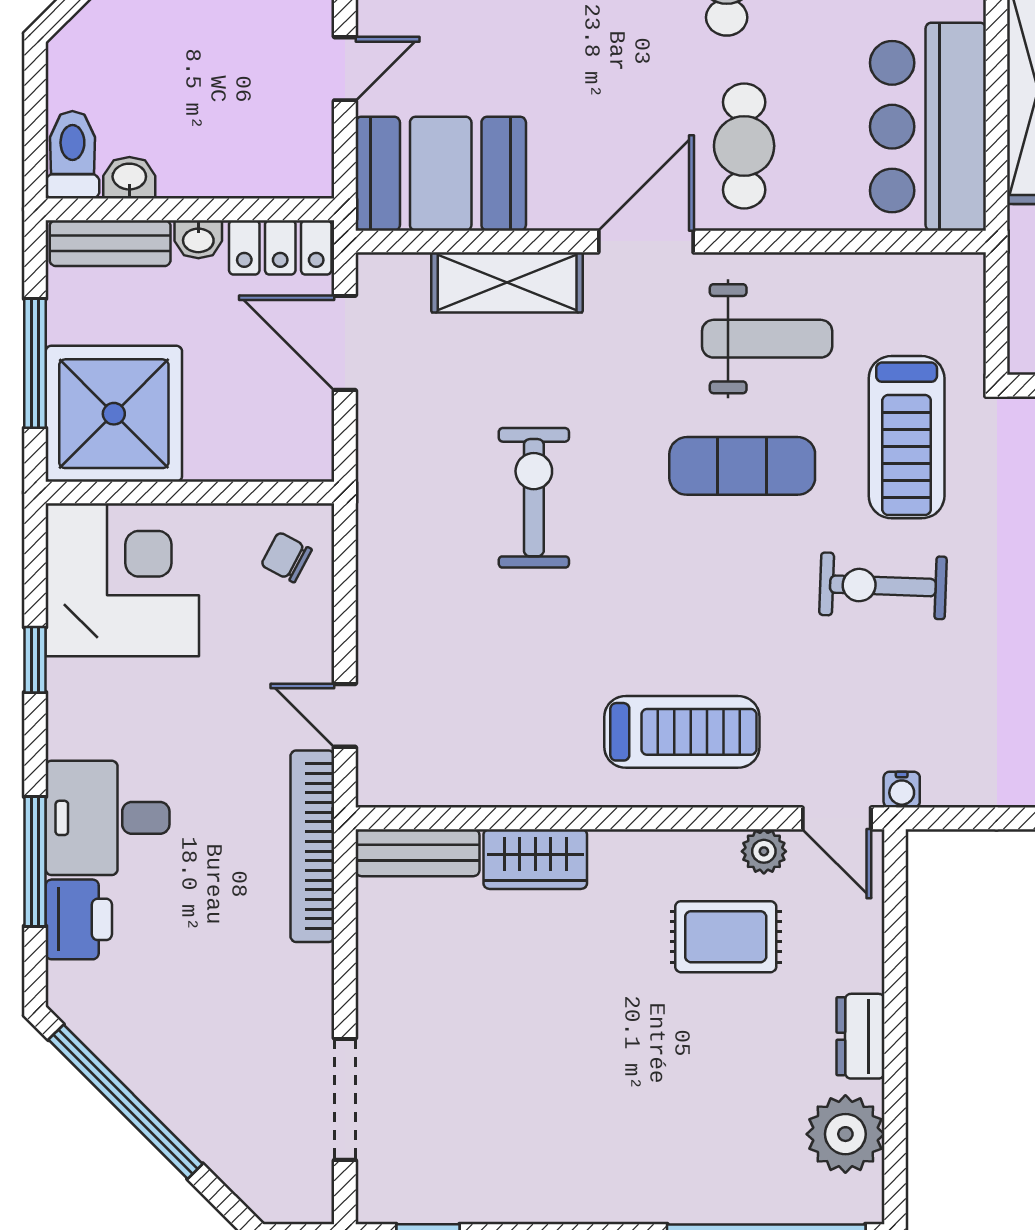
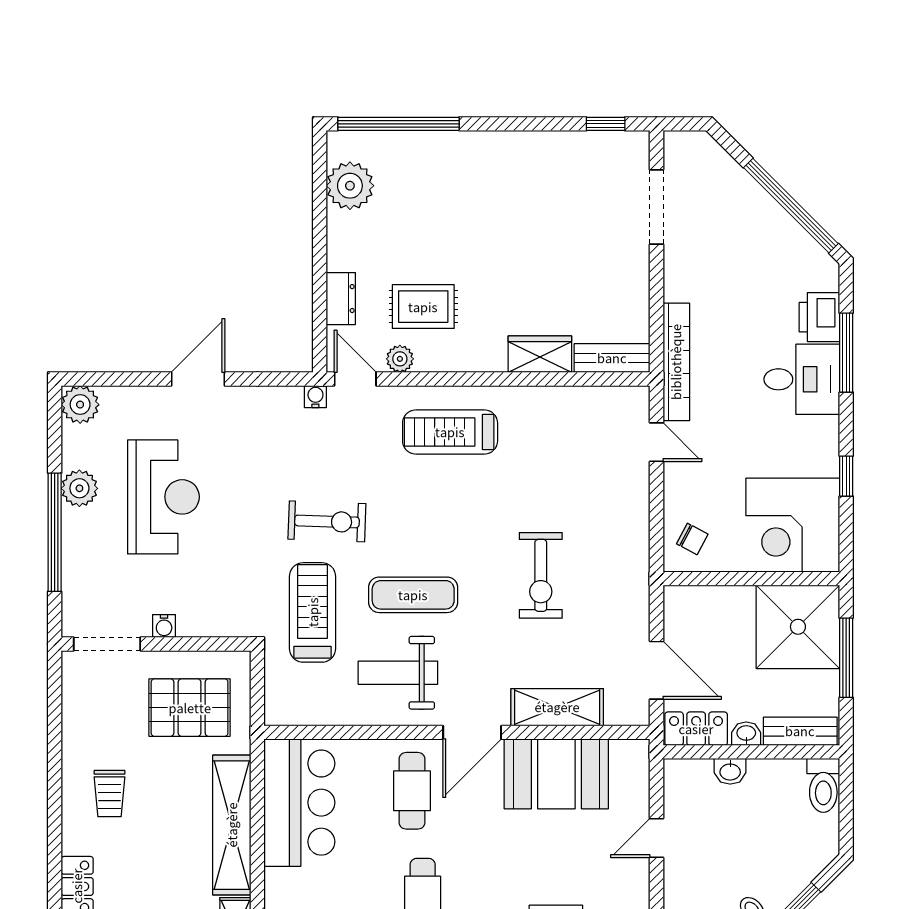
booth: (441, 174) -> (556, 774), moved
washbasin: (129, 178) -> (730, 771), moved
dresser: (860, 1036) -> (341, 299), moved

